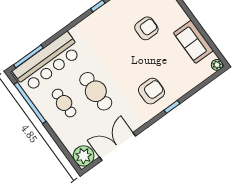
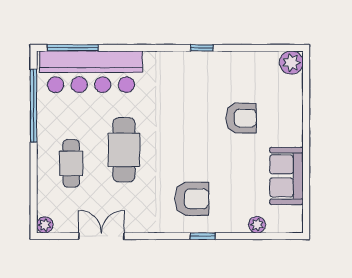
plant: (217, 65) -> (257, 225), moved
cafe table: (64, 103) -> (71, 163), moved
double door: (117, 146) -> (102, 236), width x0.73
plant: (84, 156) -> (45, 225), width x0.53, depth x0.53

